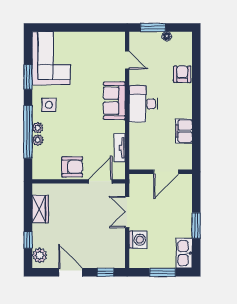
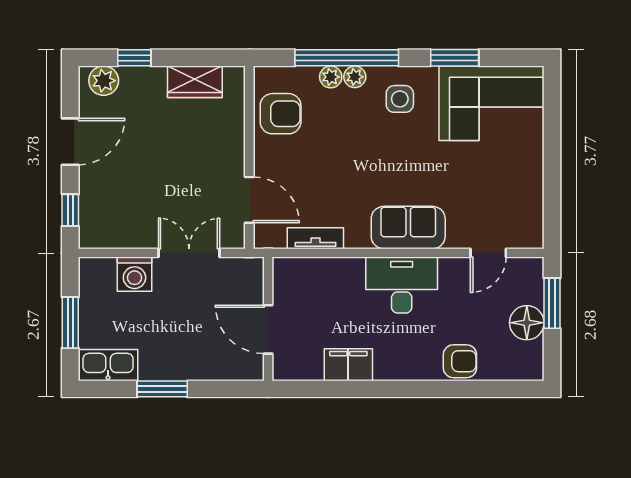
floor lamp: (167, 36) -> (527, 323), width x1.89, depth x1.89
armchair: (72, 167) -> (281, 114), moved, turned -90

